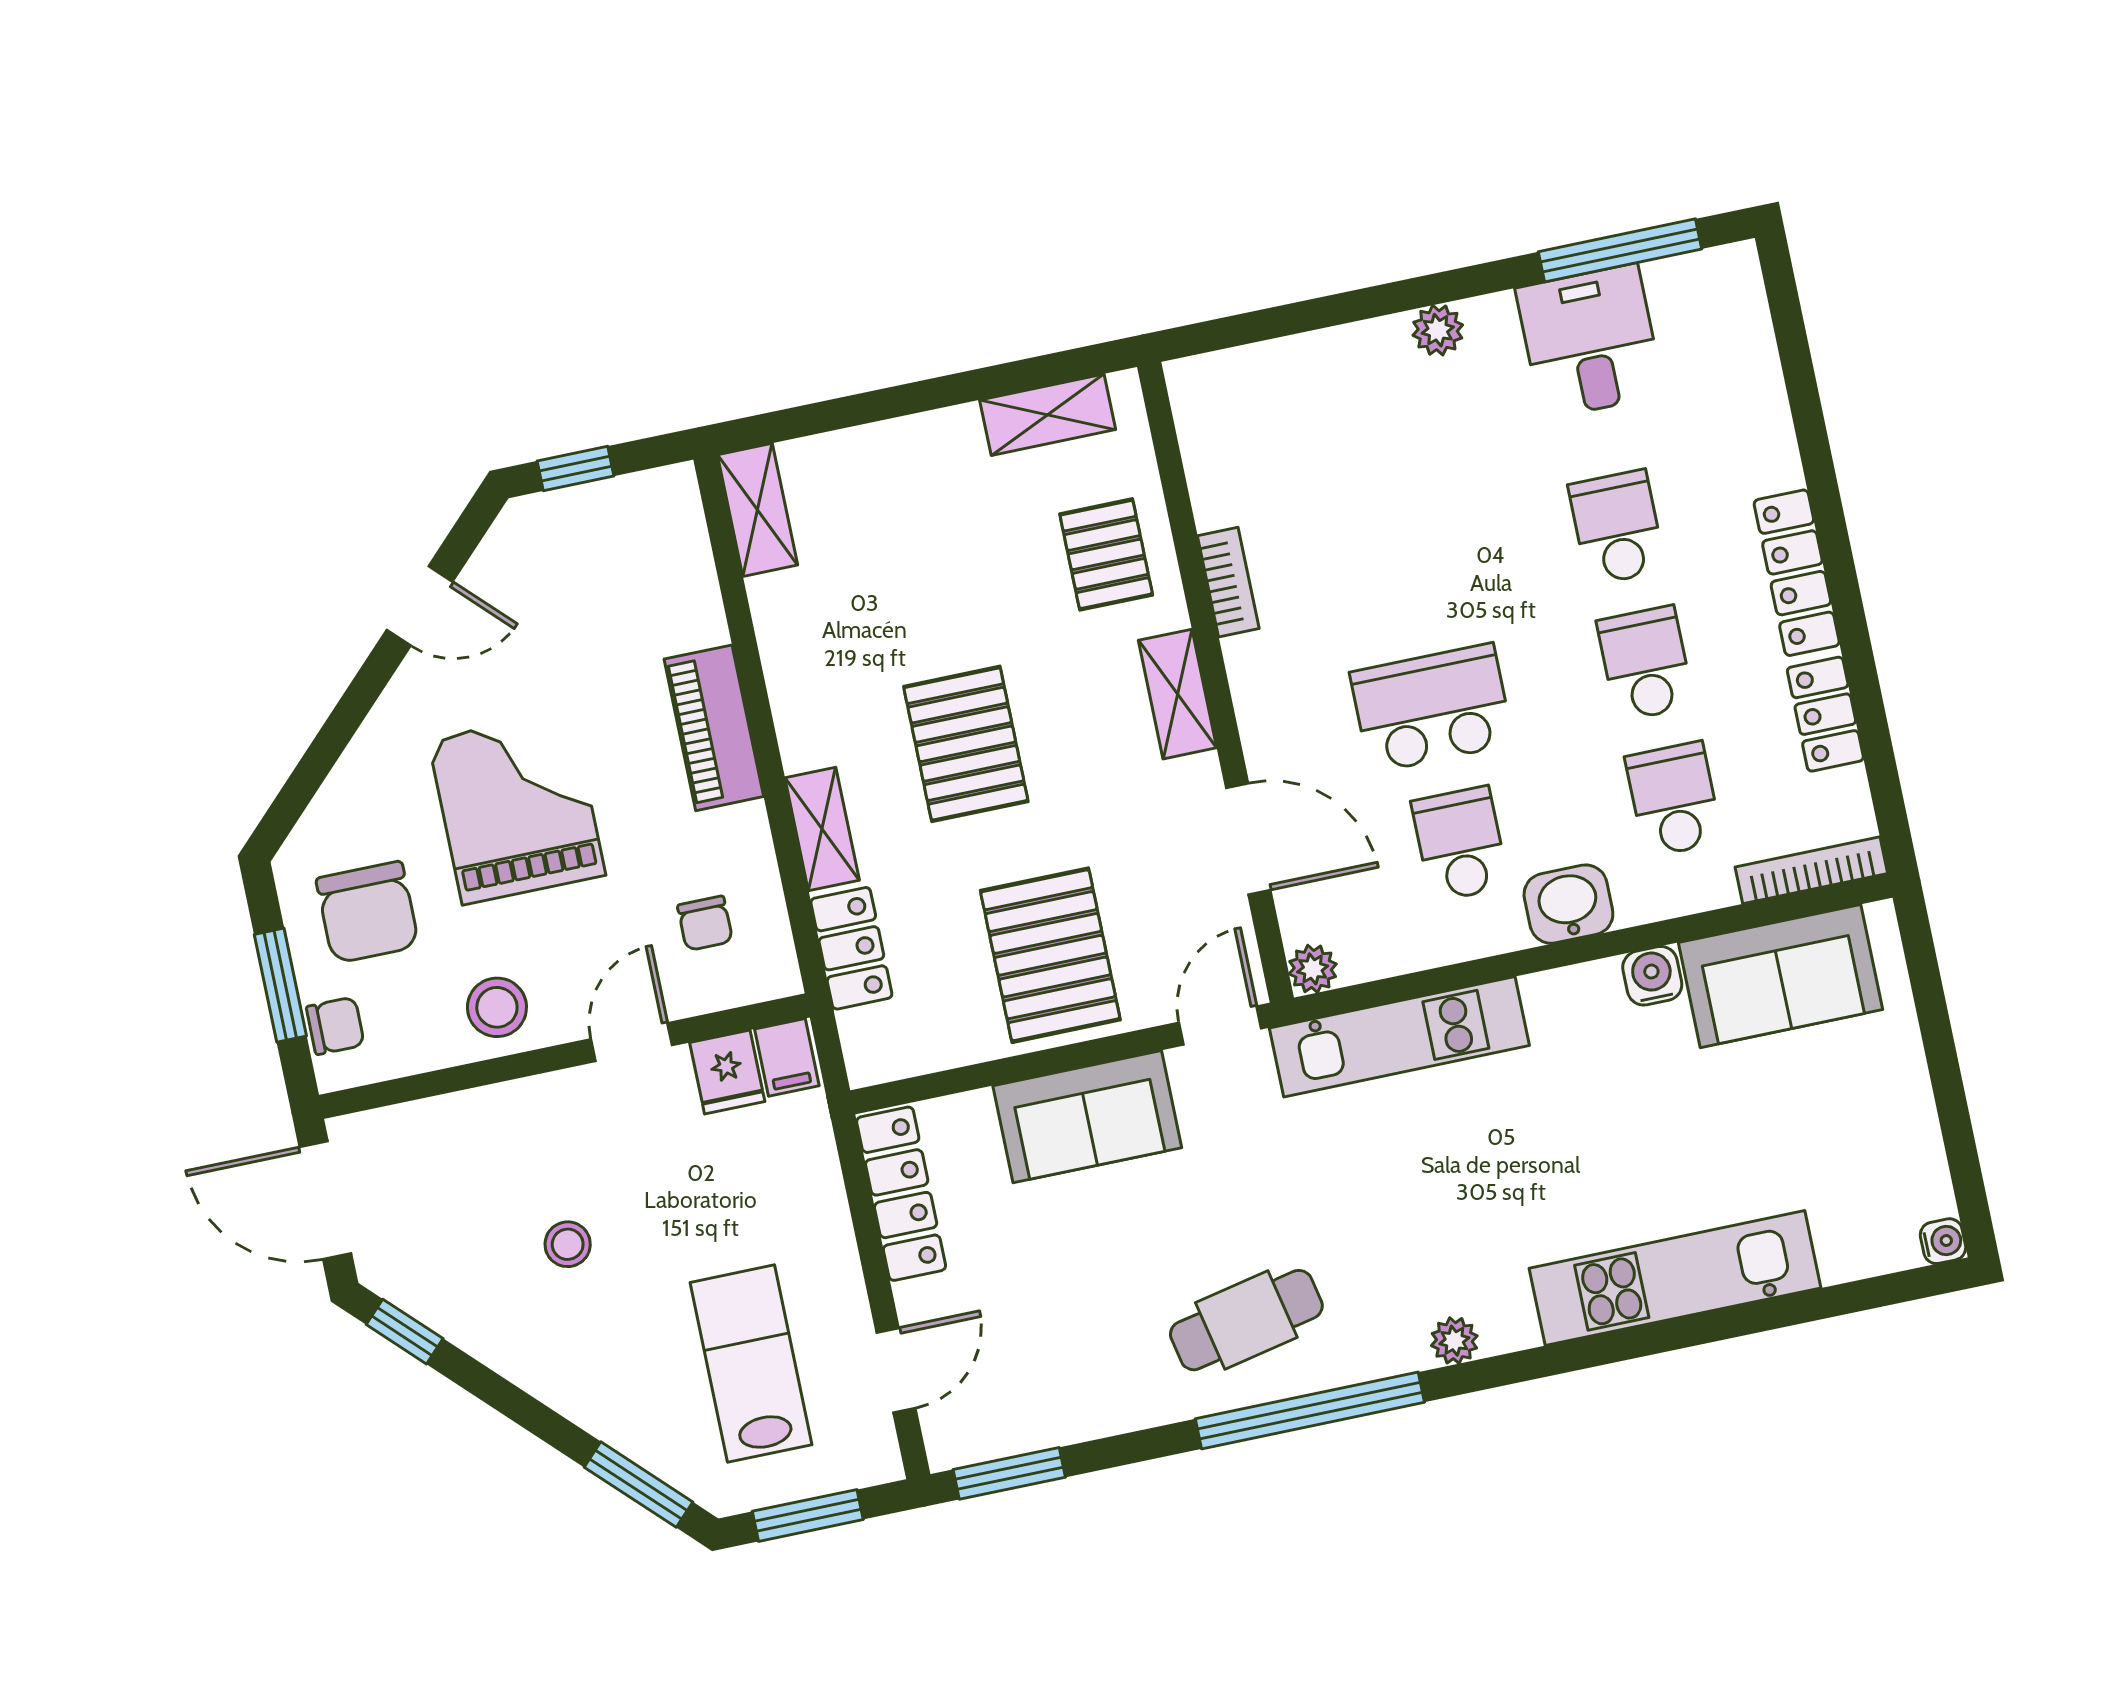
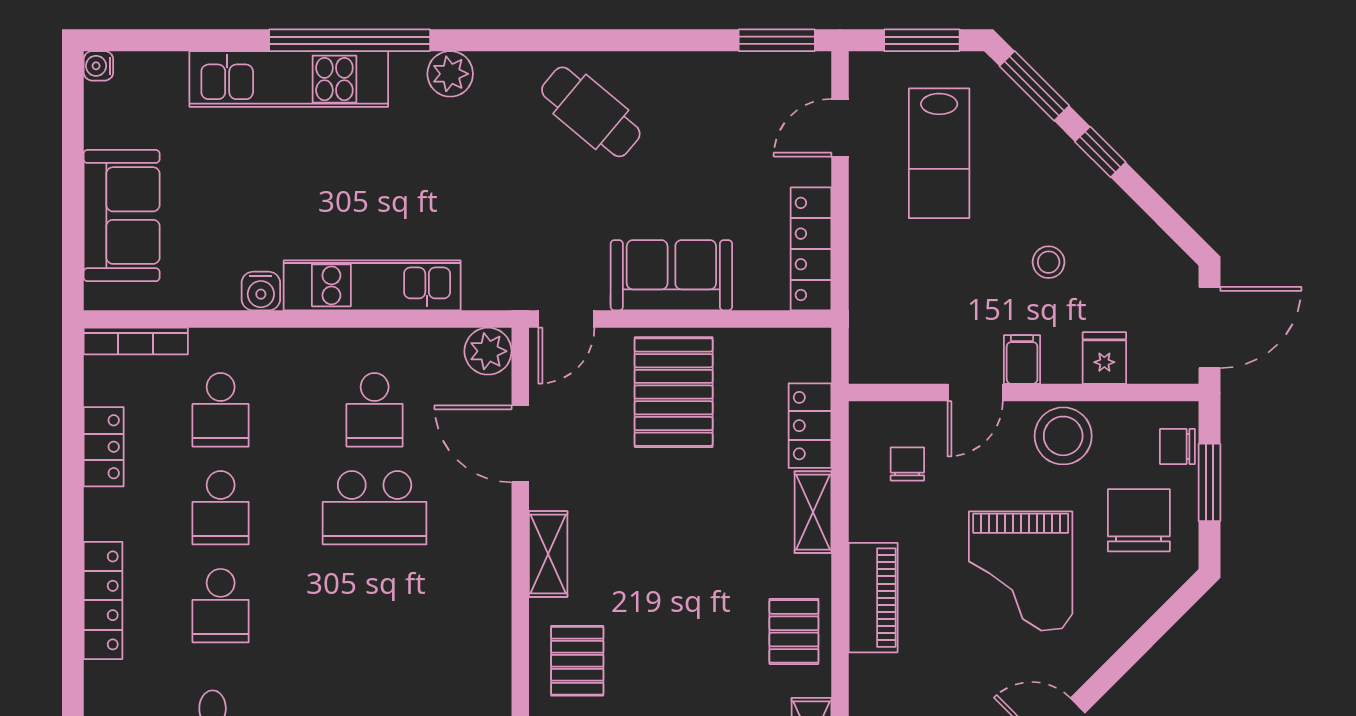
locker: (1797, 573) -> (103, 600), moved
bookcase: (1228, 582) -> (497, 624), removed
pallet: (966, 744) -> (794, 631), moved, width x0.67, depth x0.71
washbasin: (1568, 904) -> (308, 353), removed
plant: (1313, 969) -> (488, 351), width x1.38, depth x1.38
sofa: (1780, 976) -> (122, 216), moved, turned 90
stool: (497, 1007) -> (1063, 436), width x1.38, depth x1.38
kitchen unit: (1399, 1037) -> (372, 285), moved
filing cabinet: (787, 1057) -> (1022, 360), moved
fridge: (727, 1072) -> (1104, 358), moved
door: (325, 1200) -> (1210, 328), hinge flipped
cafe table: (1246, 1320) -> (591, 112), turned 52
window: (405, 1332) -> (1100, 152), moved
plant: (1454, 1341) -> (450, 74), width x1.38, depth x1.38
window: (1310, 1411) -> (350, 40), moved

